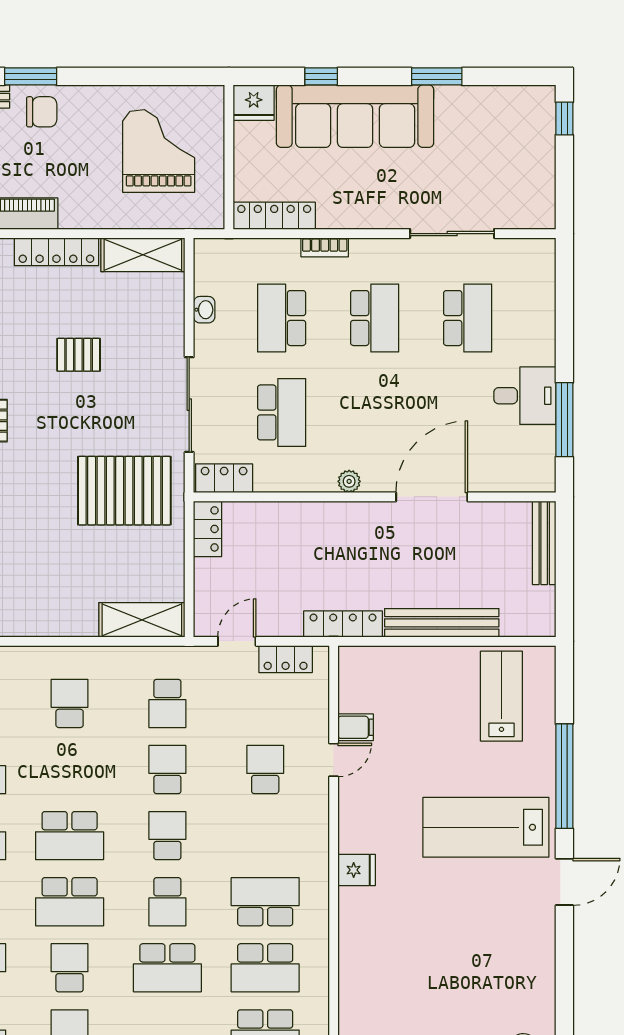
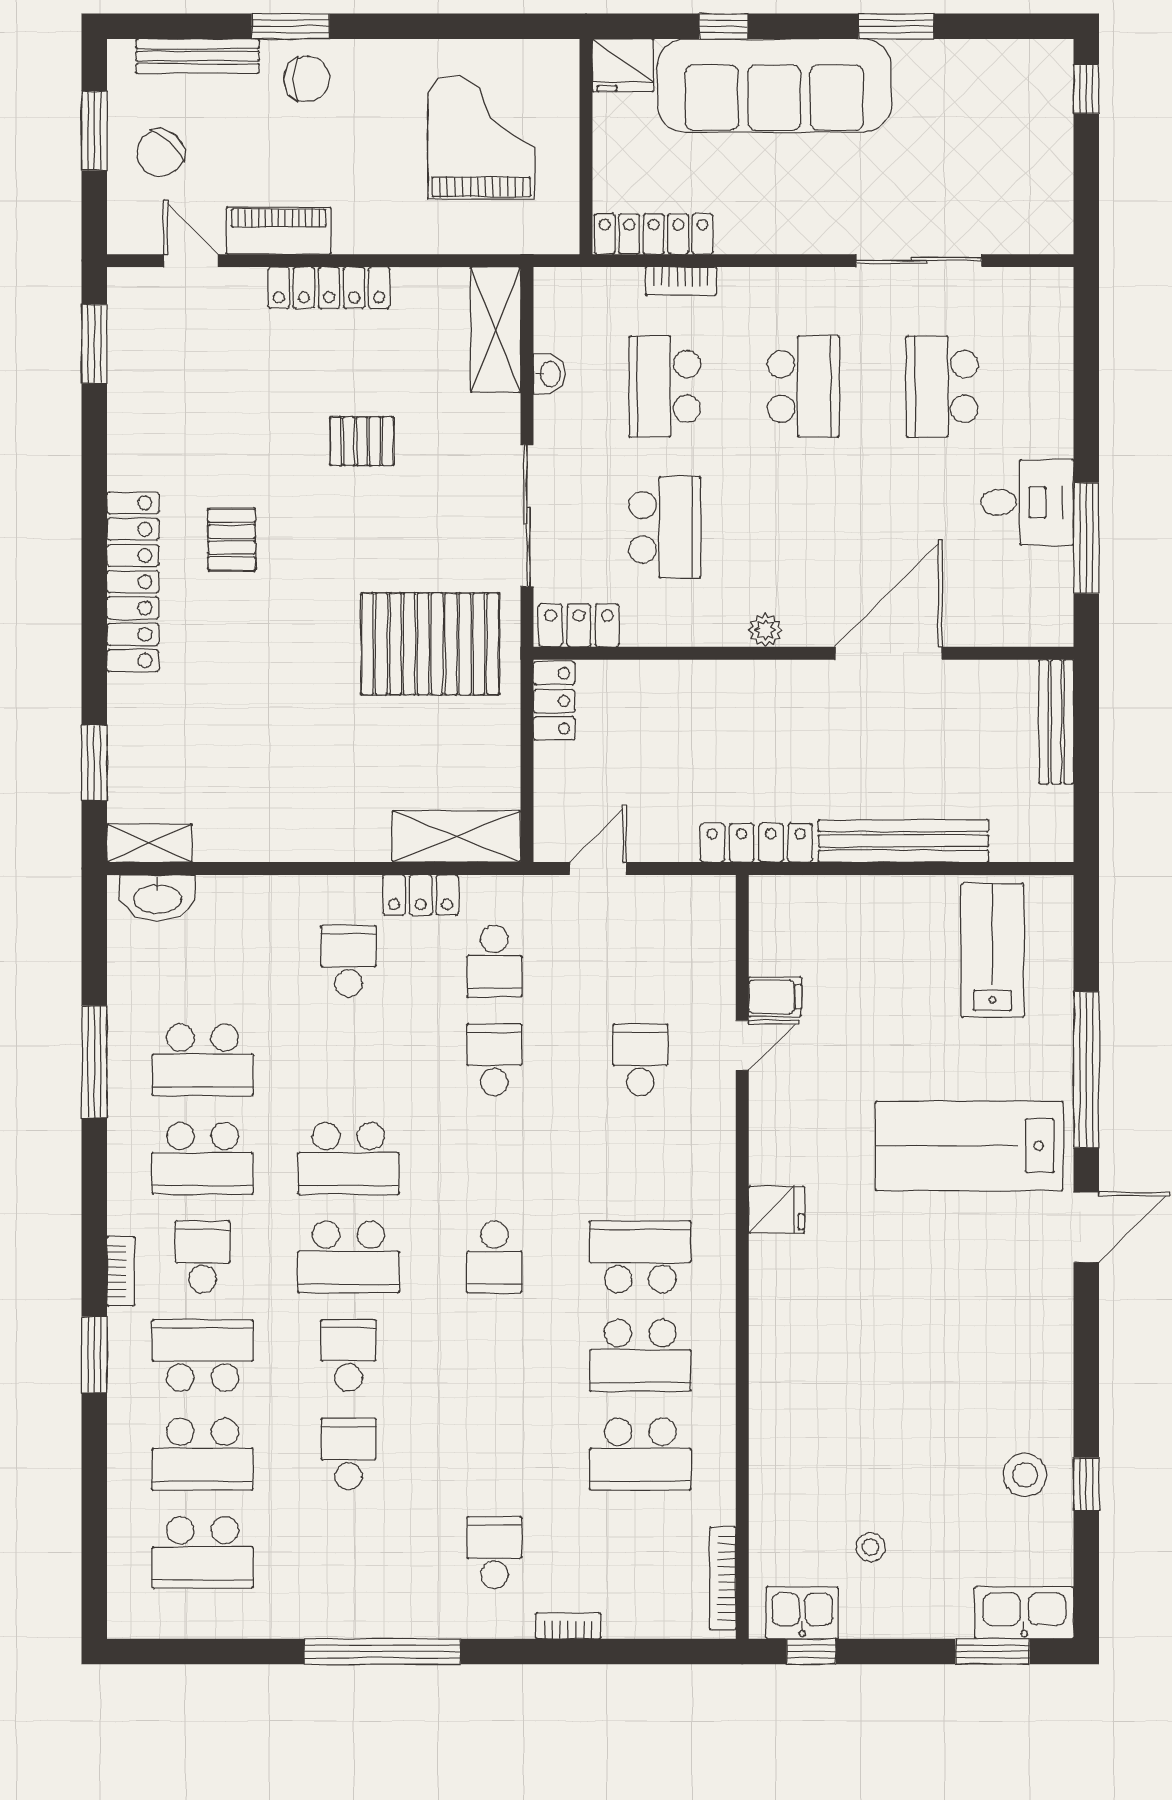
bookcase: (325, 247) -> (681, 281), moved
shelving: (143, 255) -> (495, 330), moved, turned 90
school desk: (468, 318) -> (942, 386), turned 180
locker: (286, 659) -> (421, 895), moved
school desk: (167, 836) -> (494, 1158), removed
school desk: (167, 968) -> (494, 1355), removed

